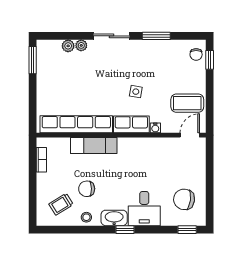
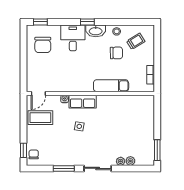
row of seats: (76, 124) -> (124, 102), removed
chair: (184, 199) -> (43, 45), turned 83

